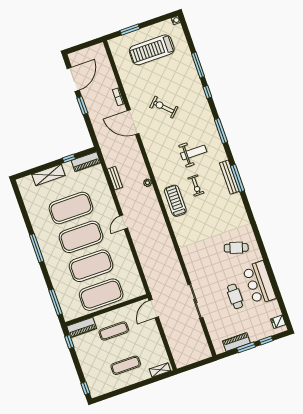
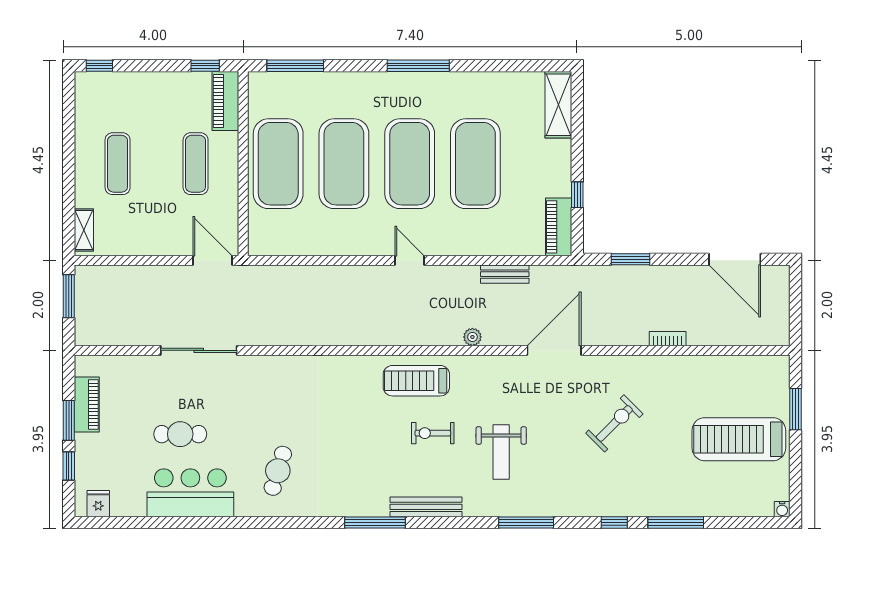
treadmill: (152, 50) -> (739, 439), turned -90
window: (82, 106) -> (630, 259), moved
door: (133, 122) -> (554, 350), moved
shelving: (48, 175) -> (558, 105), moved
window: (237, 178) -> (375, 523), moved
treadmill: (175, 201) -> (416, 381), turned 180
window: (191, 366) -> (69, 296), added

